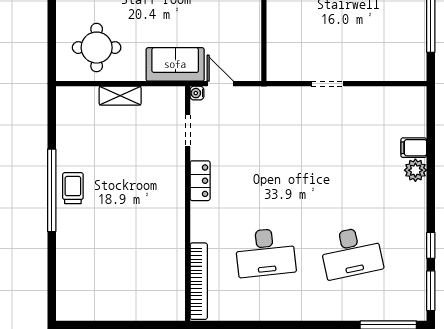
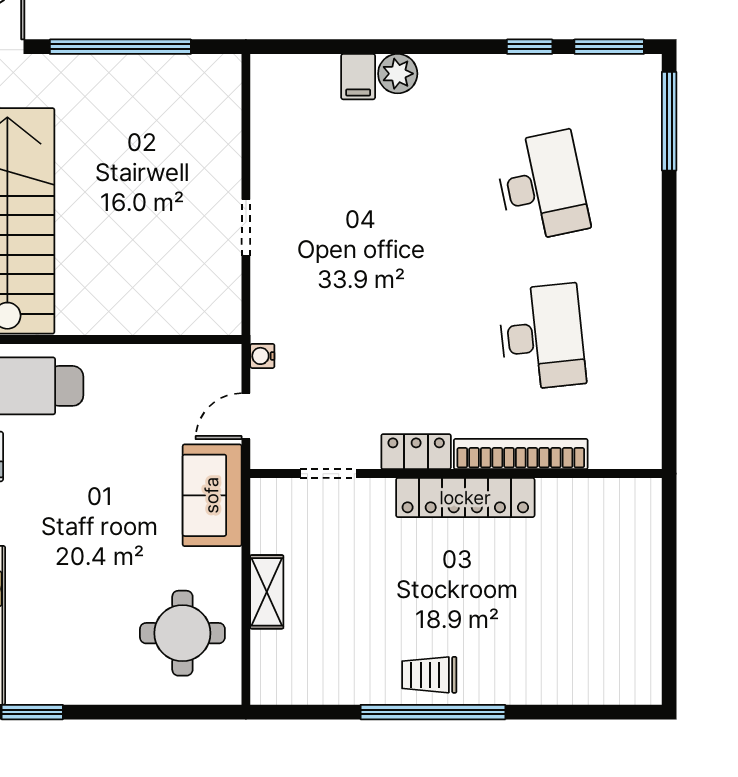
water cooler: (197, 93) -> (262, 356), moved, turned 90
locker: (174, 209) -> (465, 498), added
bookcase: (199, 281) -> (521, 454), moved

